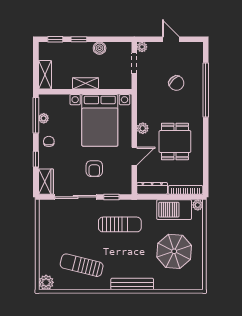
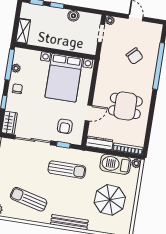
shelving: (85, 83) -> (57, 44), removed
plant: (143, 128) -> (100, 90), removed
dining table: (175, 142) -> (125, 106), turned 90
armchair: (94, 169) -> (65, 126), moved

